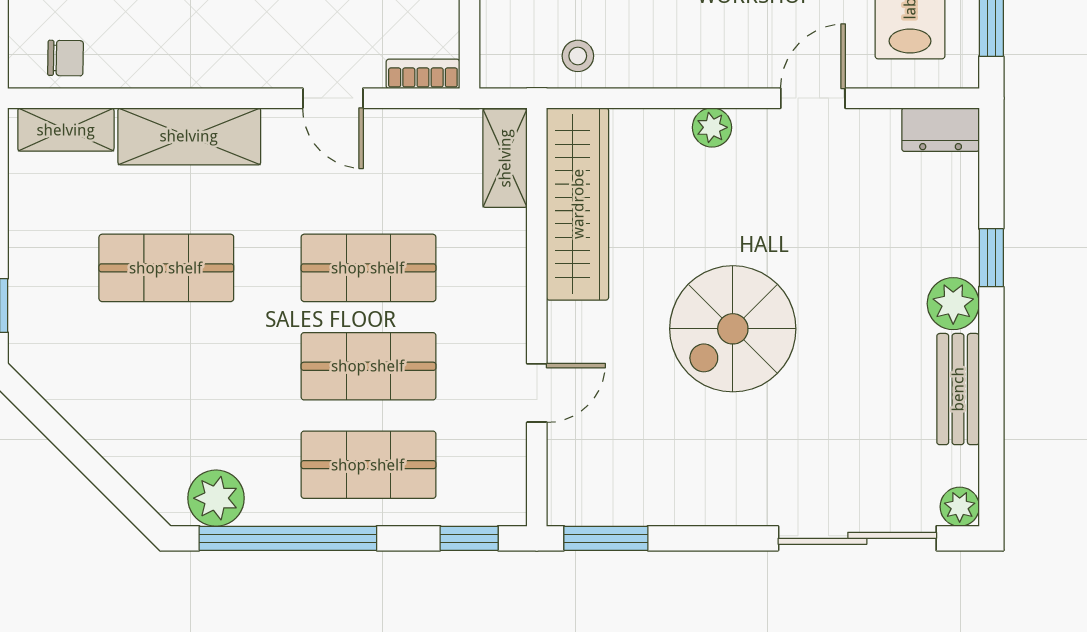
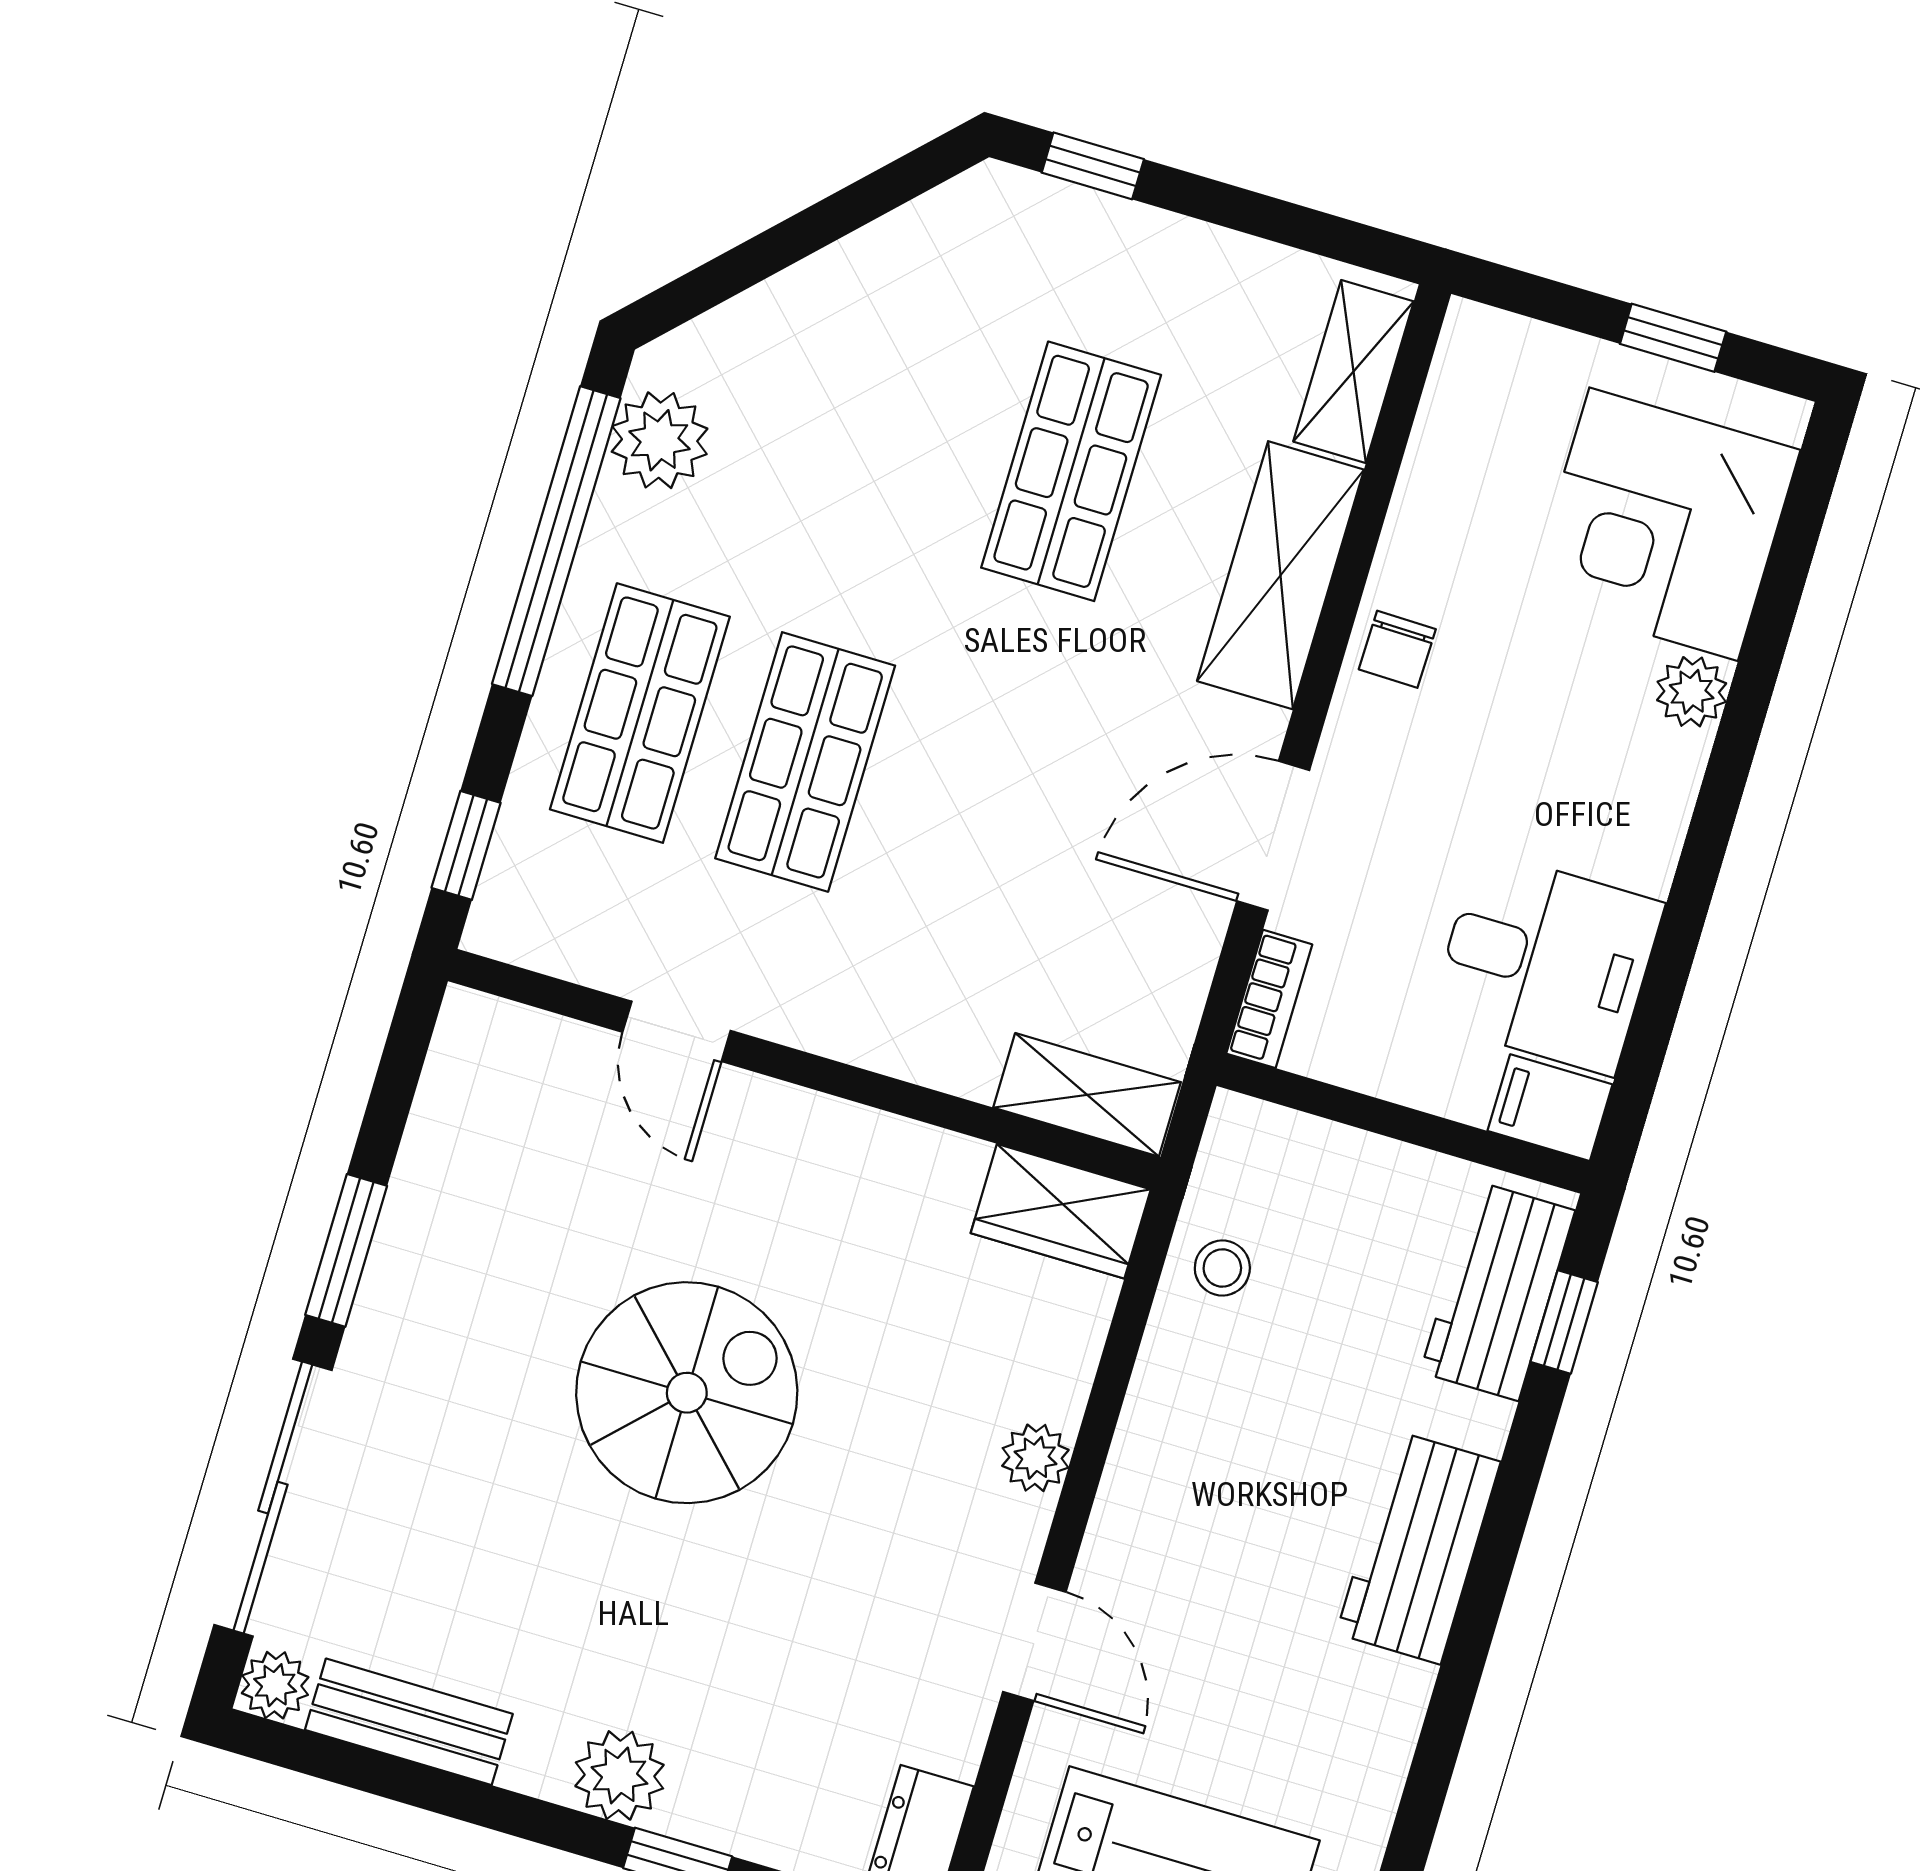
chair: (66, 58) -> (1397, 649), moved
door: (333, 98) -> (1273, 836), width x1.38
wardrobe: (578, 204) -> (1061, 1211), width x0.48, depth x0.85
shop shelf: (368, 268) -> (970, 811), removed
spiral stairs: (733, 329) -> (687, 1393), turned 90
bench: (958, 389) -> (409, 1722), moved
window: (606, 538) -> (346, 1250), moved

